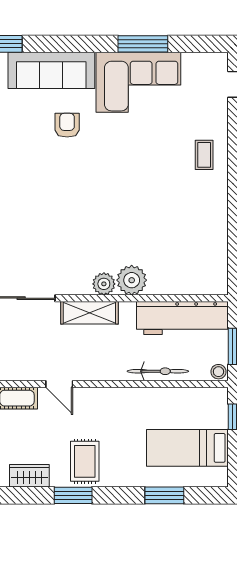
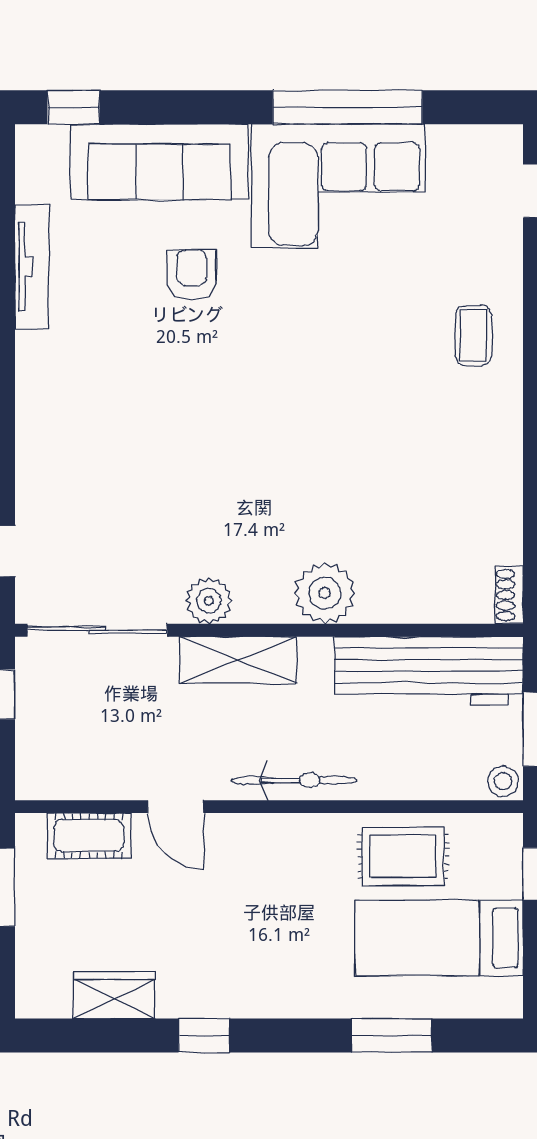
window: (143, 44) -> (348, 107), width x1.46
shoe rack: (221, 281) -> (509, 595), added
plant: (104, 284) -> (209, 601), moved
bicycle: (158, 371) -> (295, 780), moved
rug: (85, 461) -> (403, 856), moved, turned 90
window: (73, 495) -> (204, 1036), width x0.67

